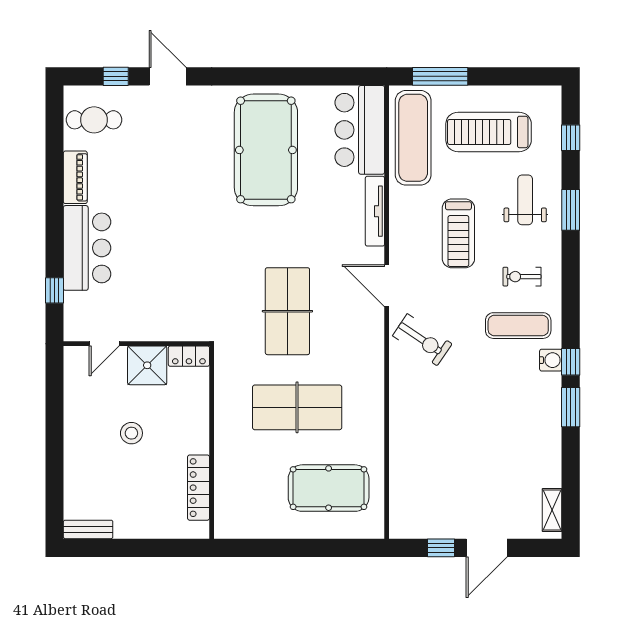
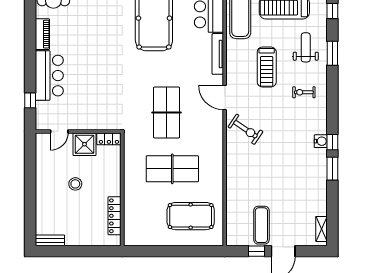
exercise mat: (518, 326) -> (261, 225), moved, turned 90

